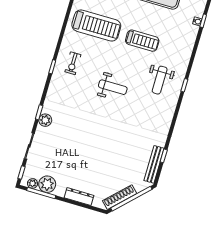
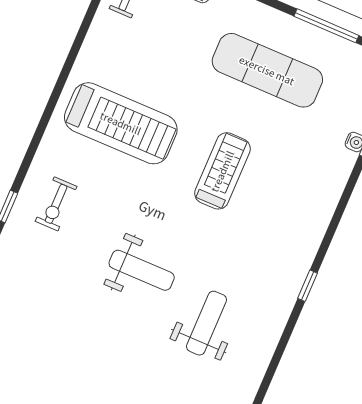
treadmill: (142, 41) -> (222, 171), turned -90
weight bench: (160, 80) -> (206, 323), moved, turned 180

